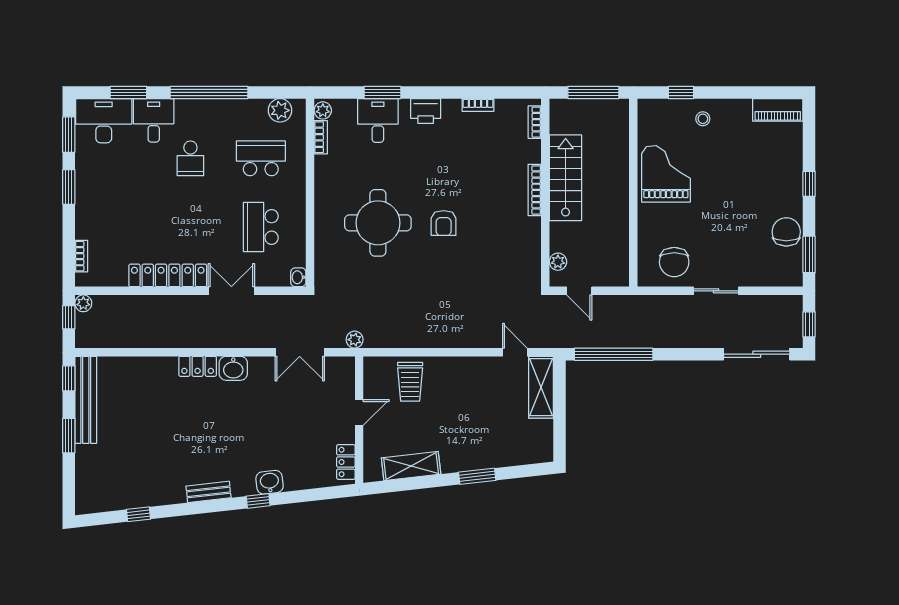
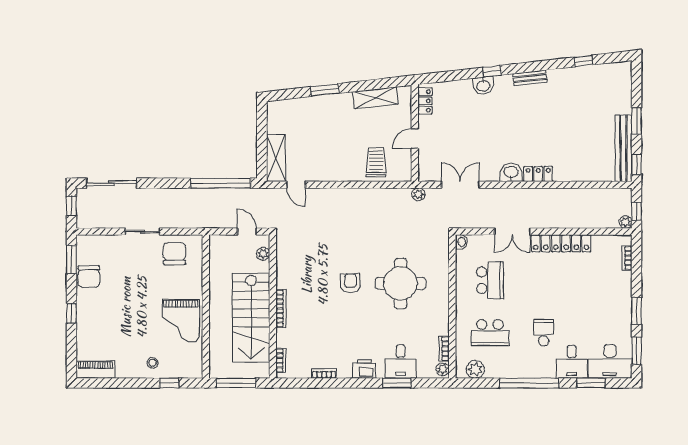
stairs: (566, 178) -> (251, 318), width x1.36, depth x1.51

